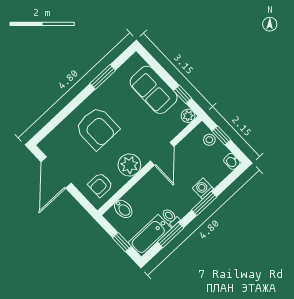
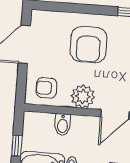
bidet: (123, 209) -> (63, 124), moved

